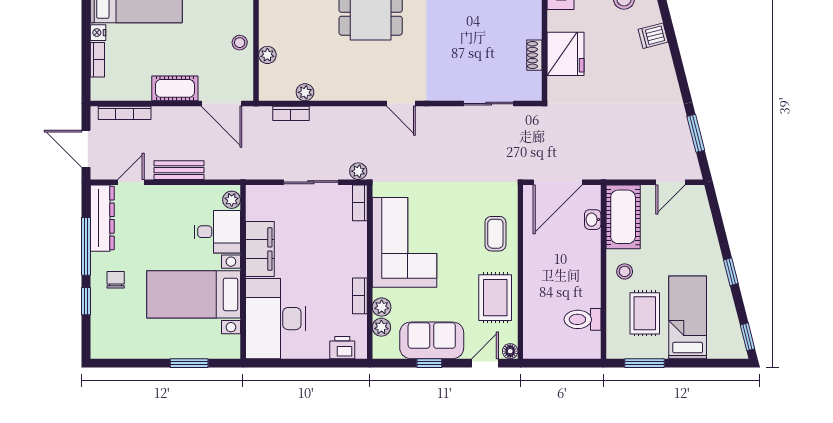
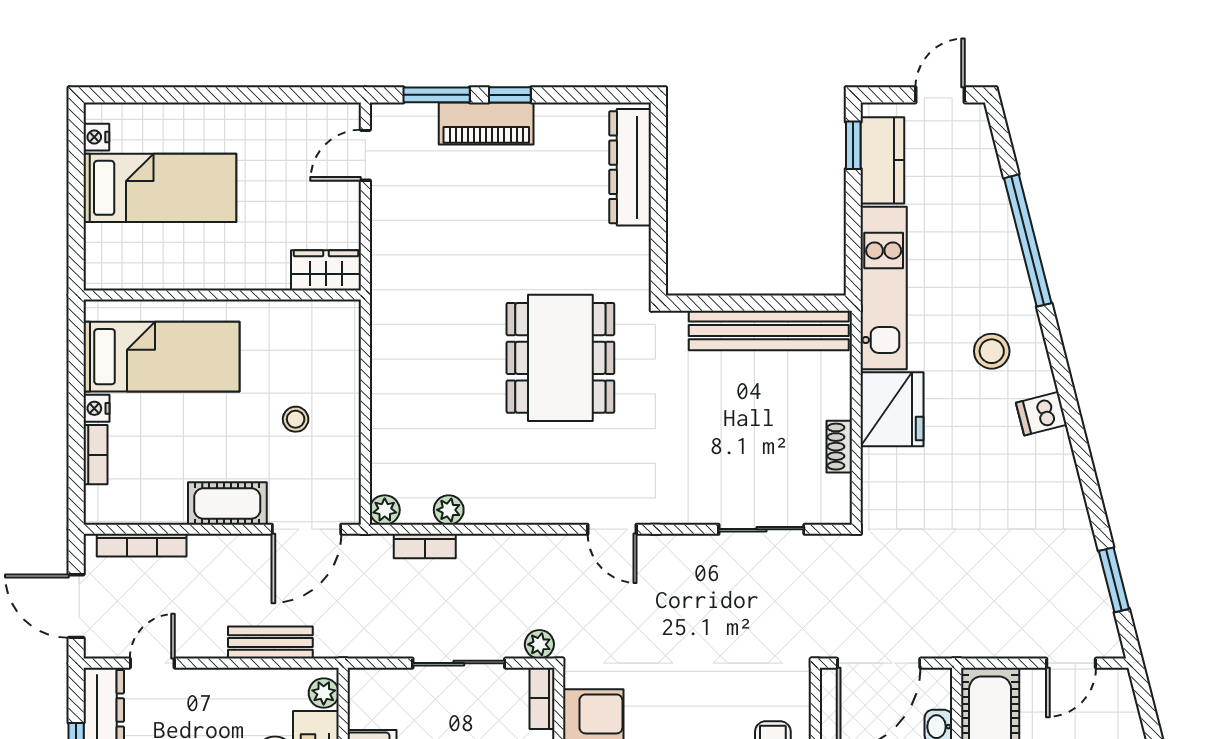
stool: (240, 43) -> (296, 419), moved
fridge: (565, 54) -> (892, 409), moved
plant: (267, 55) -> (385, 510), moved
door: (221, 104) -> (307, 529), hinge flipped
bench: (179, 170) -> (270, 643), moved

